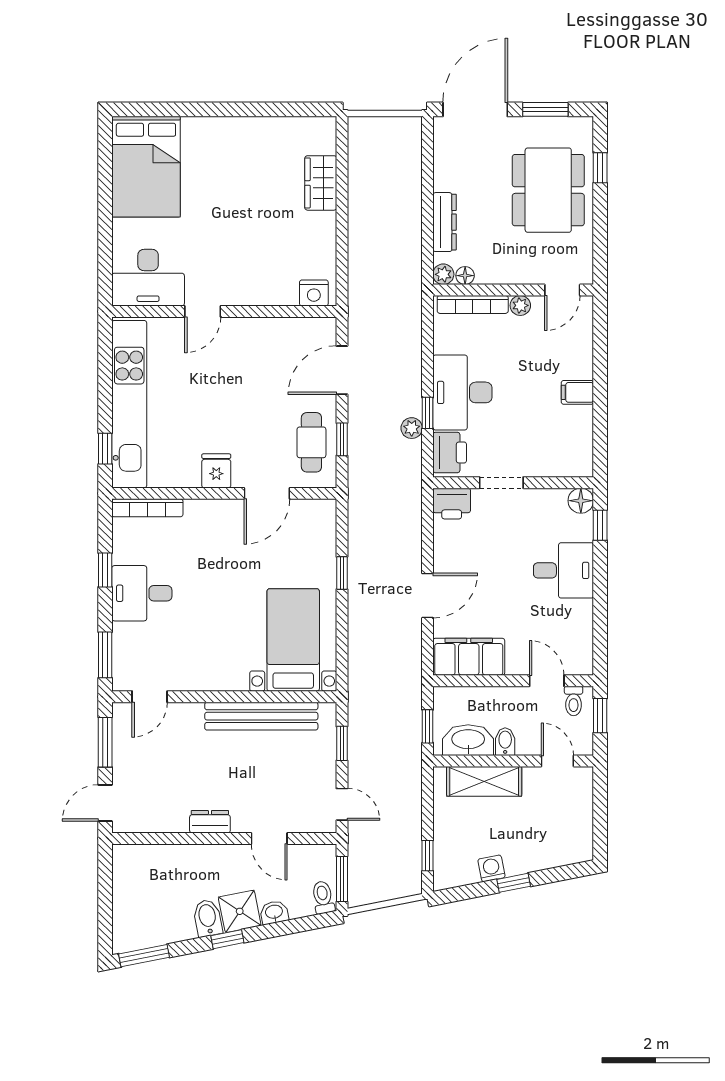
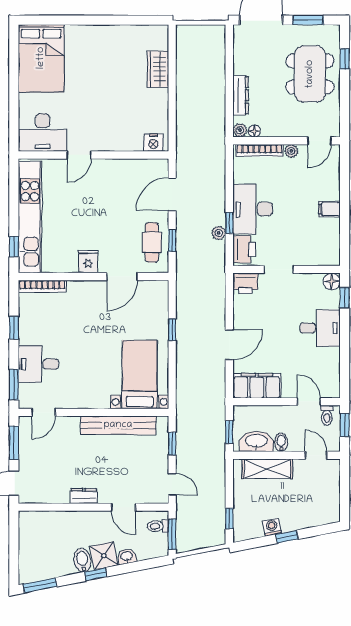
desk: (142, 593) -> (38, 364), moved
toilet: (323, 897) -> (158, 526), moved, turned -79

